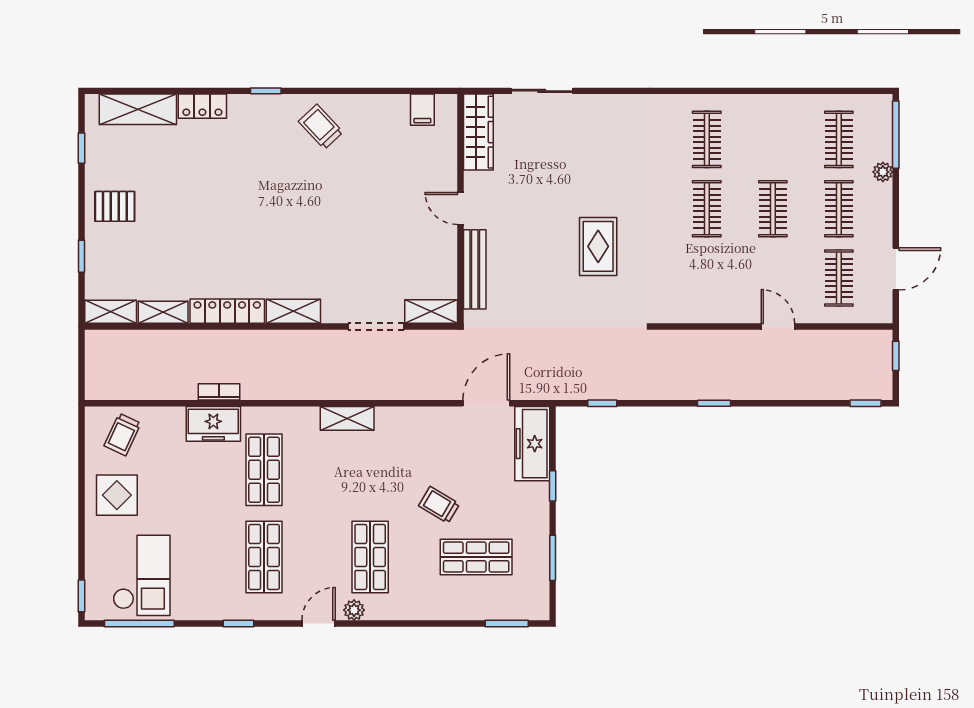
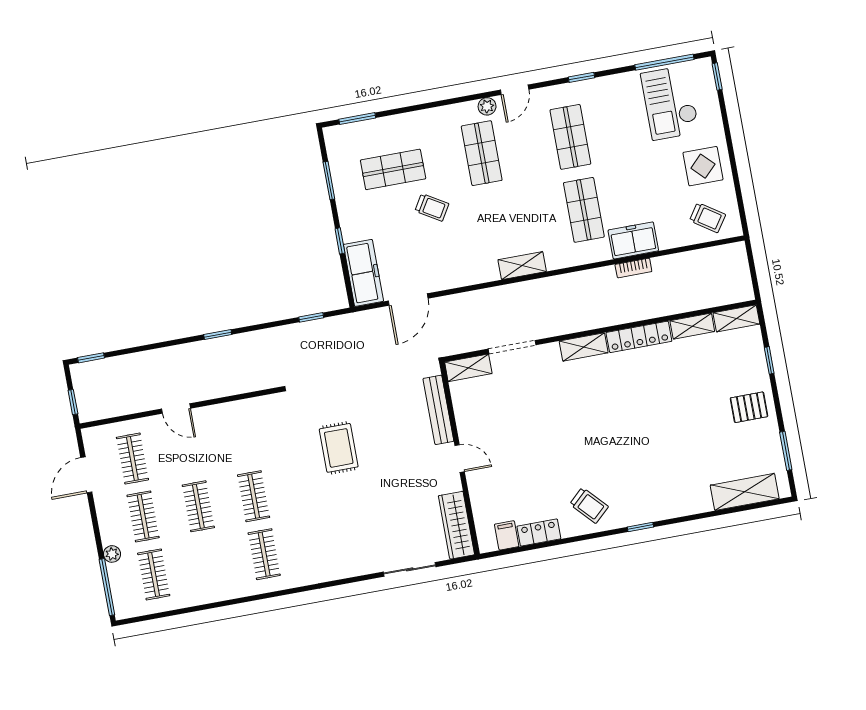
locker: (202, 106) -> (539, 532), moved
window: (81, 148) -> (786, 451), width x1.50
trolley: (123, 434) -> (708, 218), turned 99

